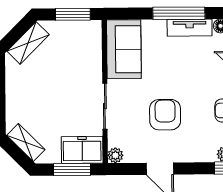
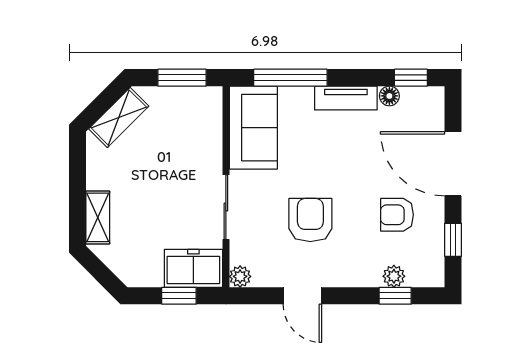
window: (179, 13) -> (290, 78), moved
shelving: (26, 143) -> (98, 217), moved, turned 45
window: (72, 169) -> (179, 296), width x0.67

